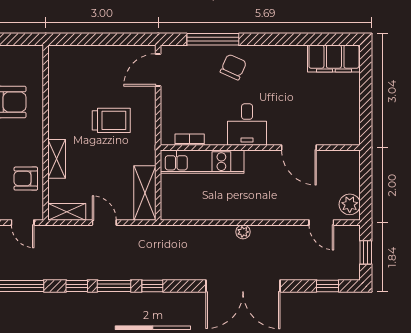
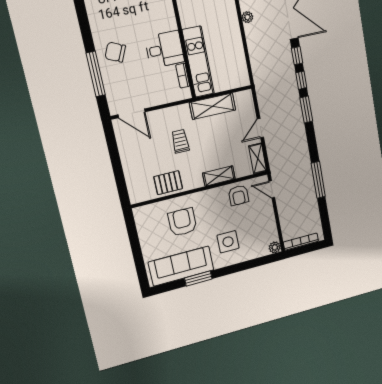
pallet: (64, 95) -> (168, 183), added
trolley: (111, 120) -> (180, 141), width x0.73, depth x0.72
desk: (247, 125) -> (165, 49), moved
shelving: (145, 193) -> (213, 106), moved
door: (23, 223) -> (272, 189), swing flipped
window: (77, 286) -> (297, 56), moved

